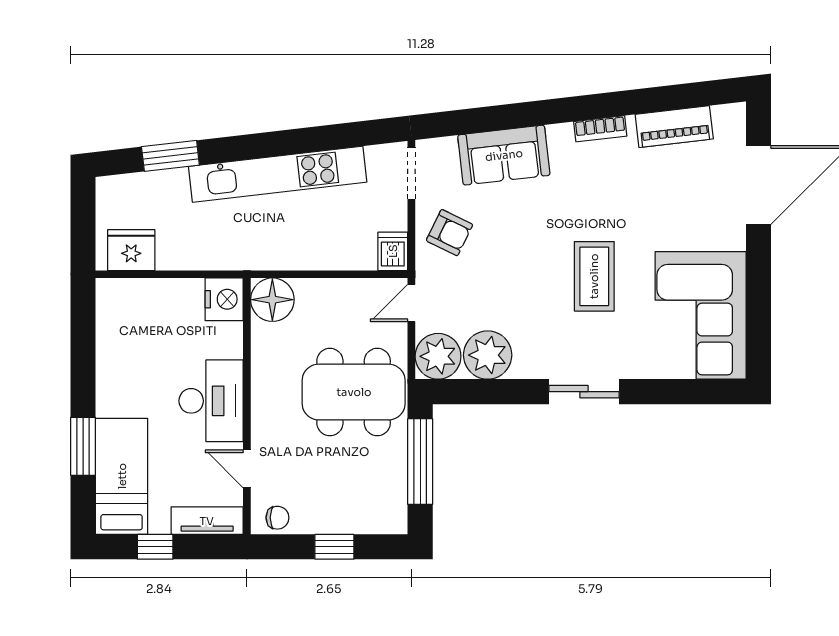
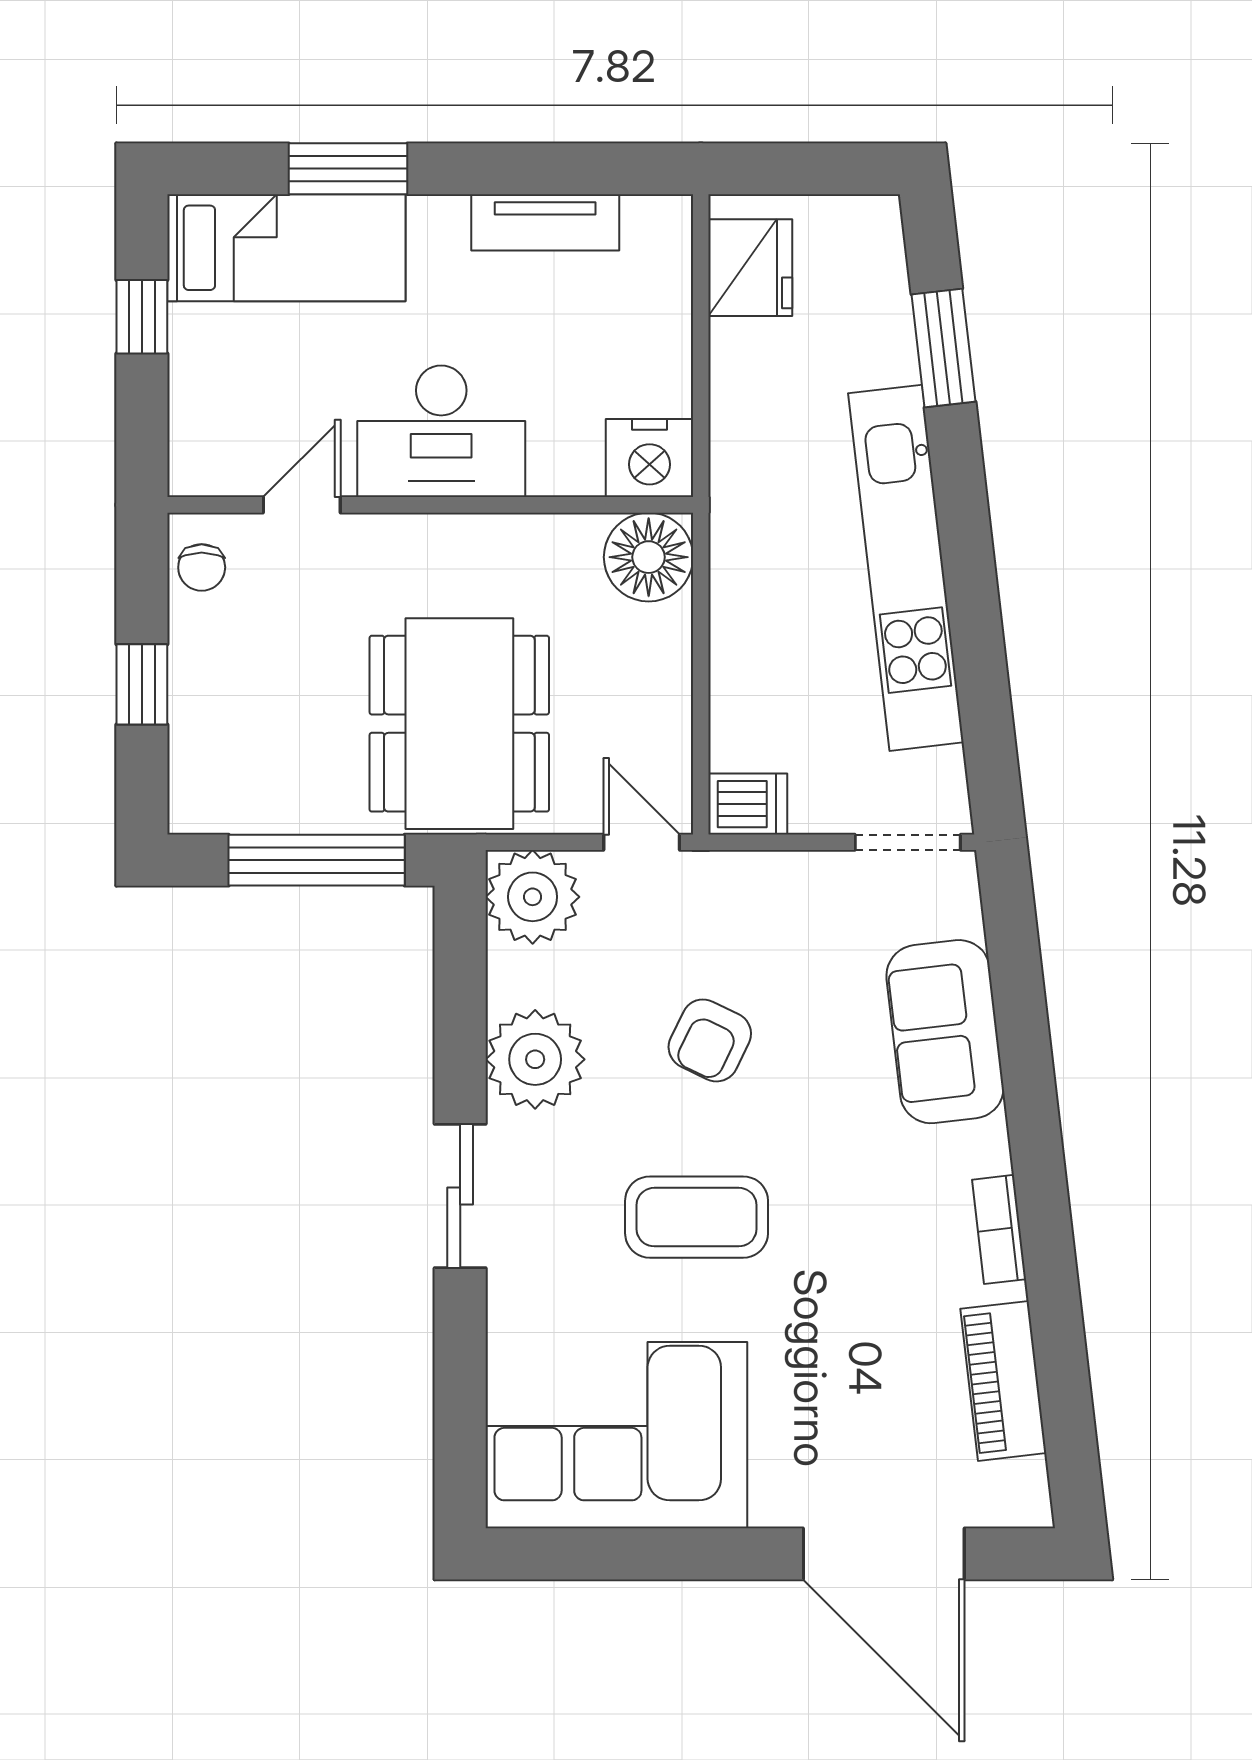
armchair: (450, 233) -> (710, 1040), moved
plant: (488, 355) -> (535, 1059), moved
tv unit: (207, 521) -> (545, 222), moved, turned 90

